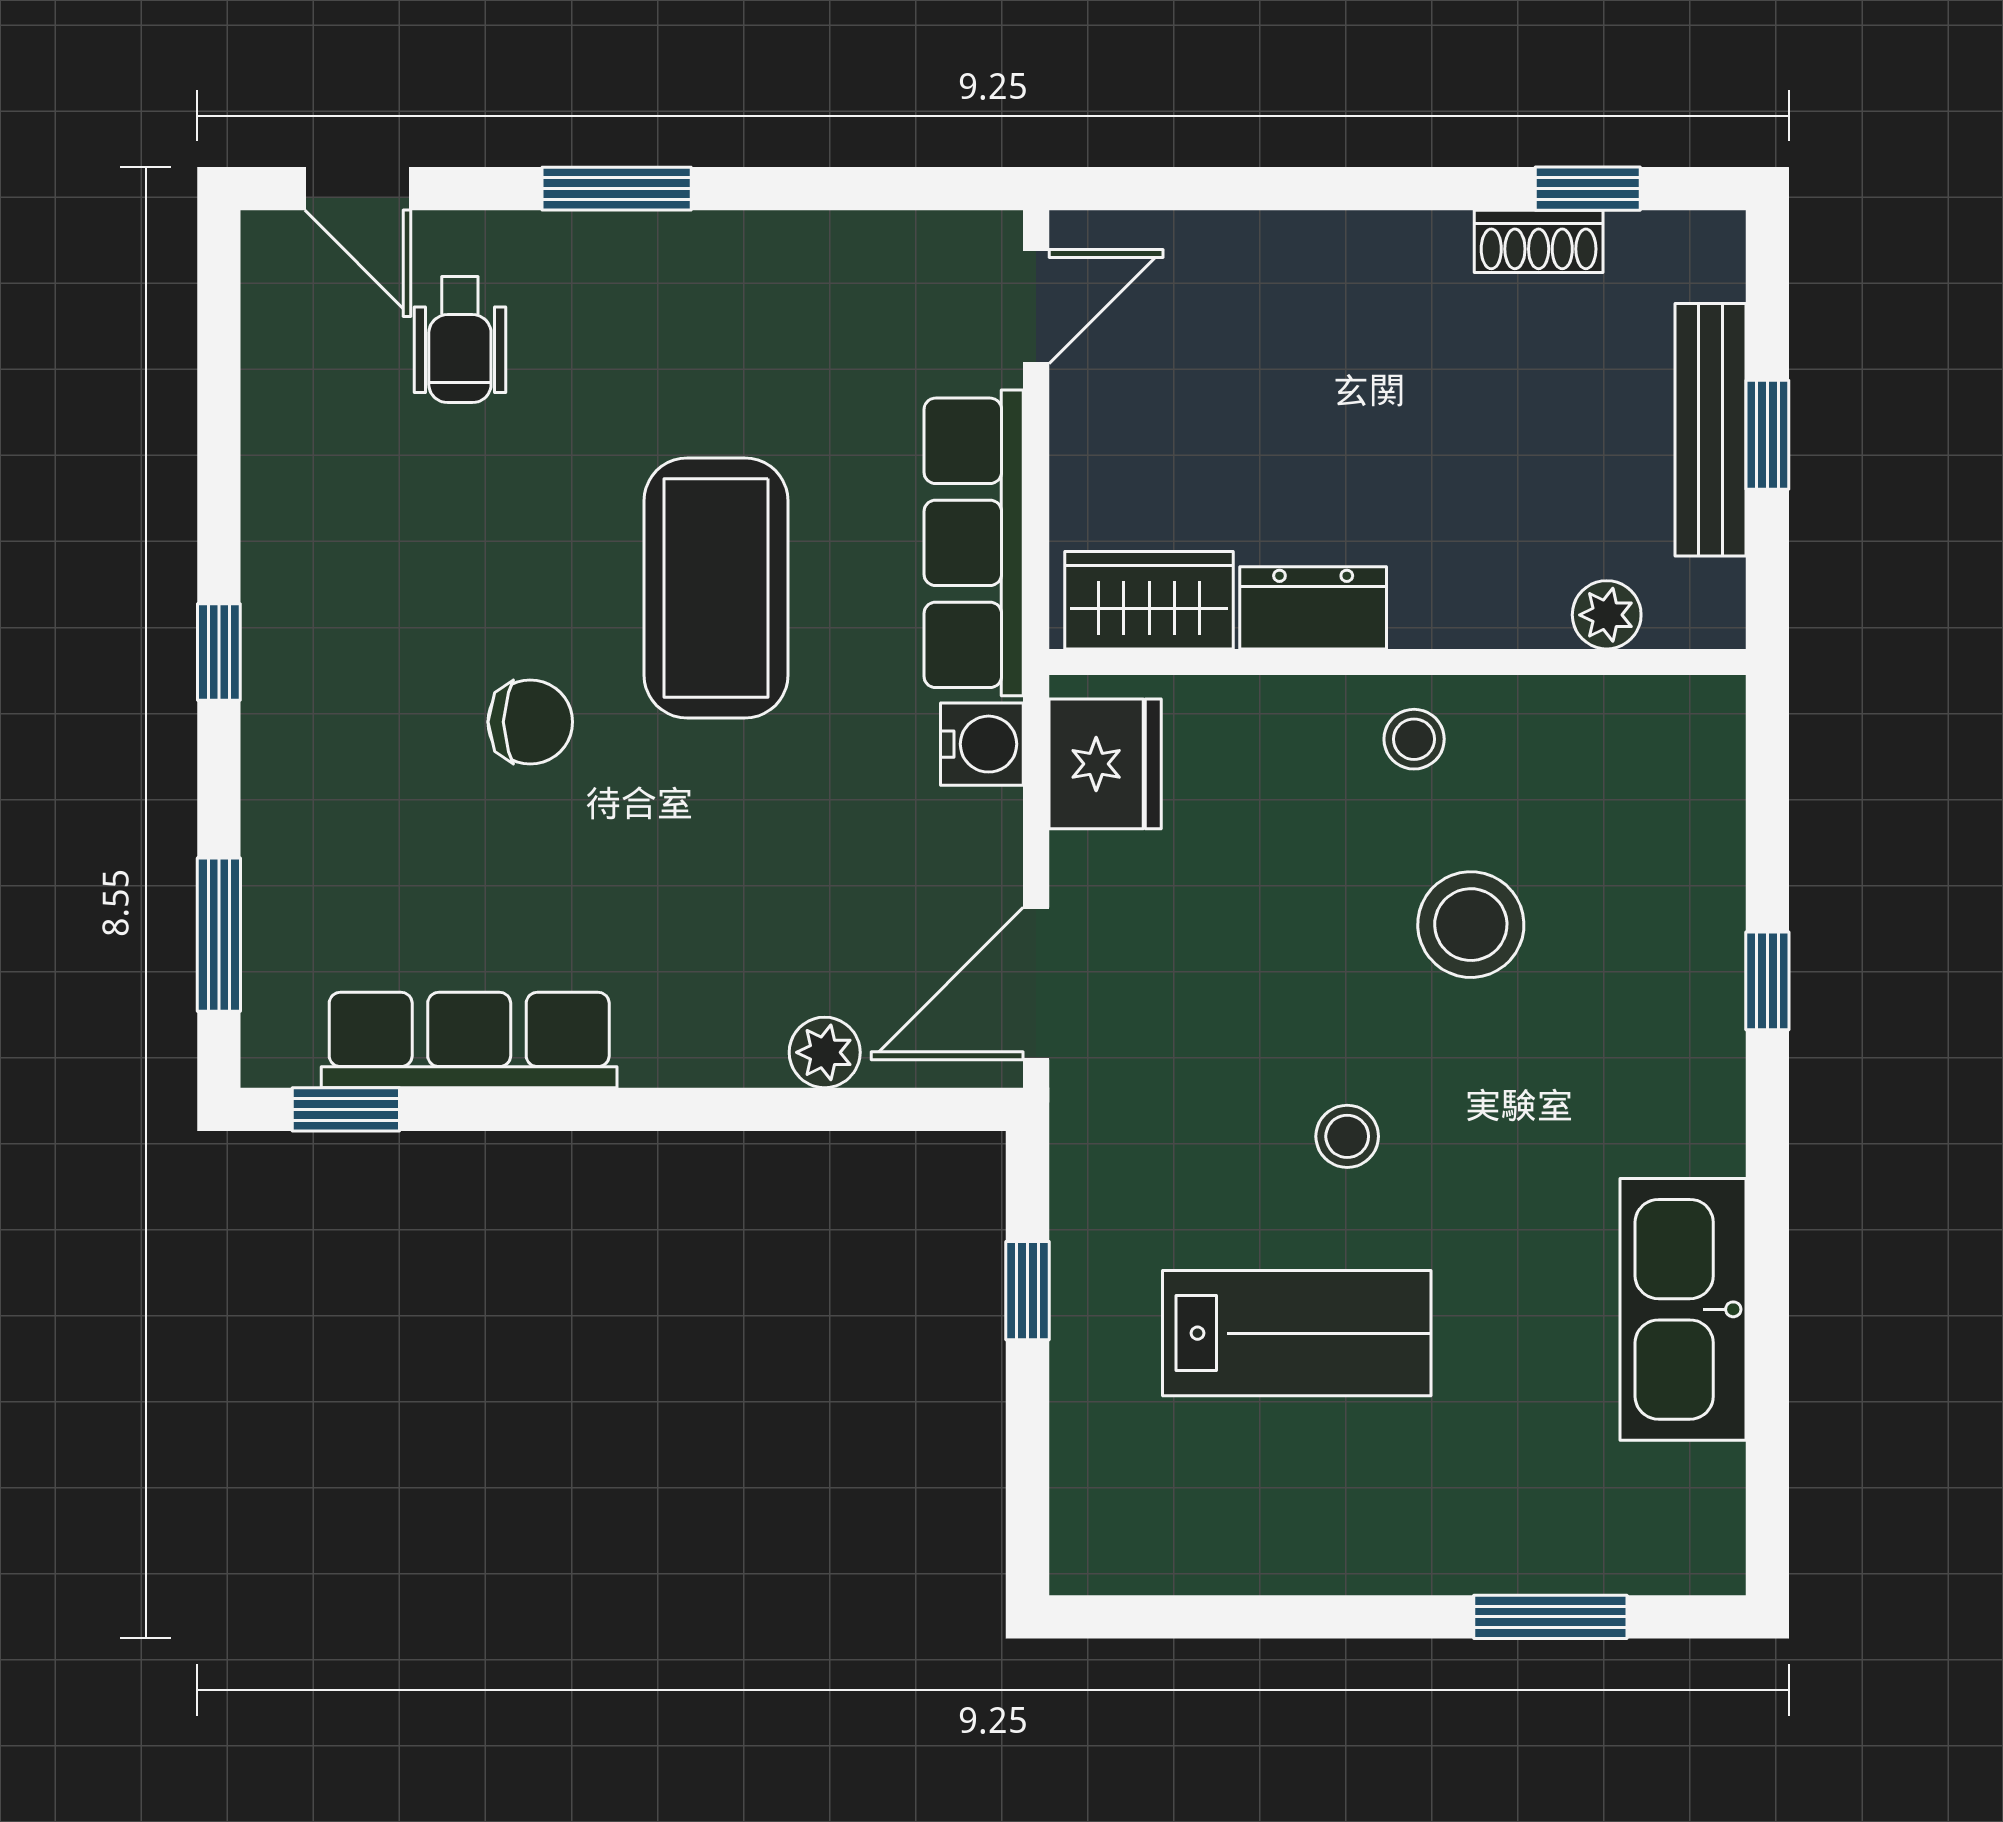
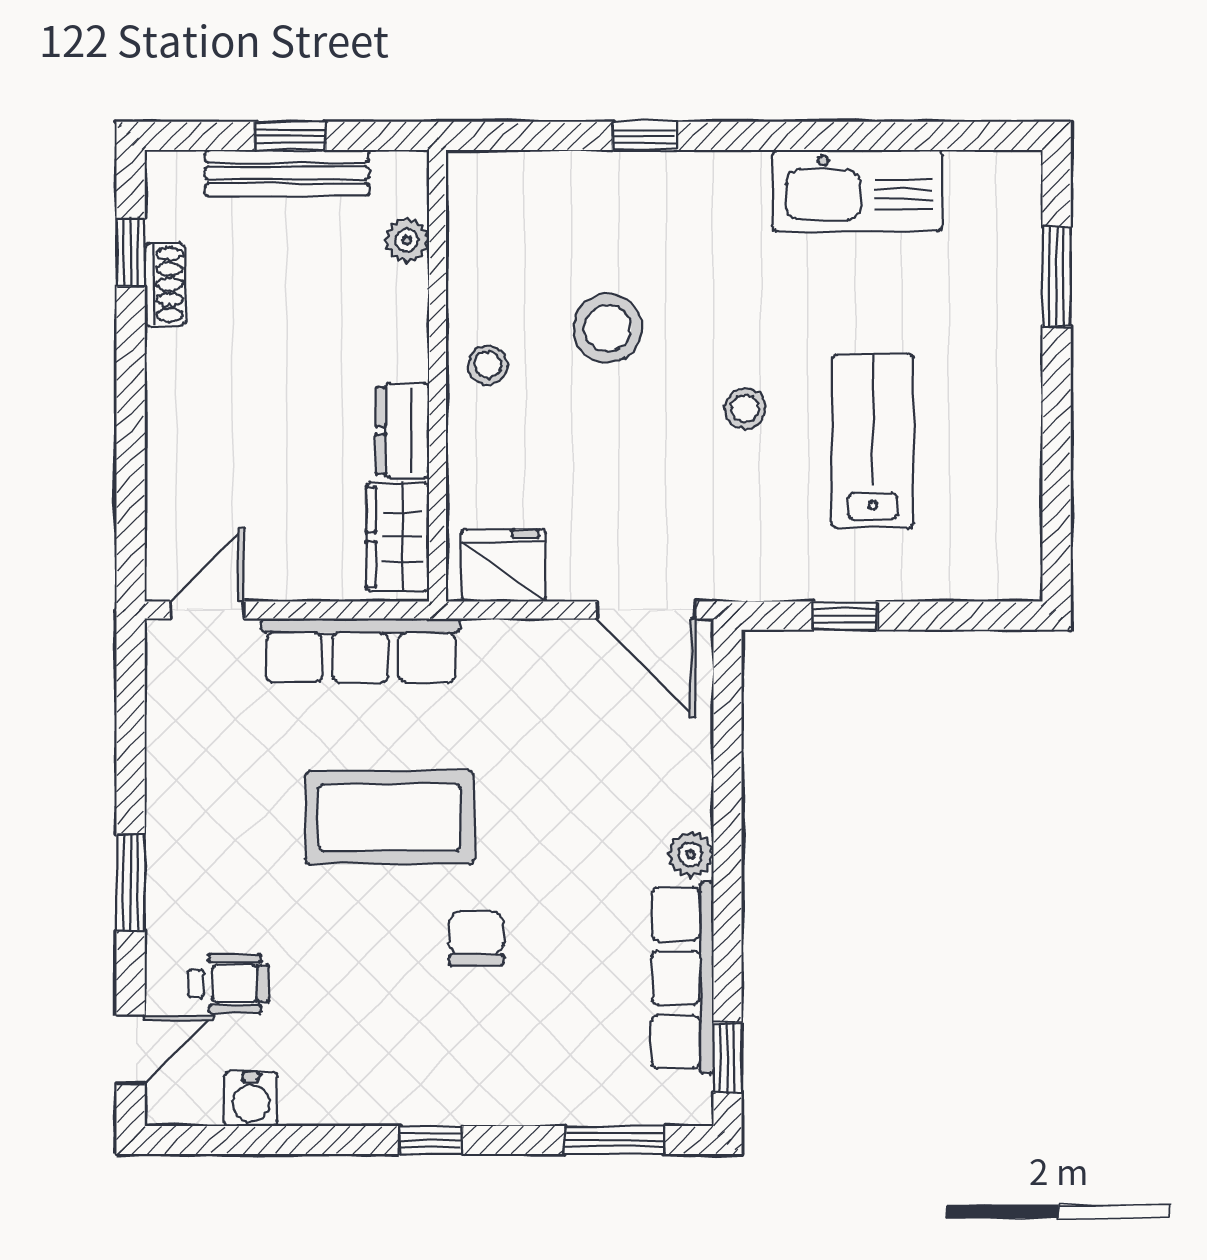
door: (1036, 307) -> (207, 610), hinge flipped
water cooler: (982, 744) -> (251, 1099), moved, turned 180
plant: (825, 1052) -> (691, 854), moved

